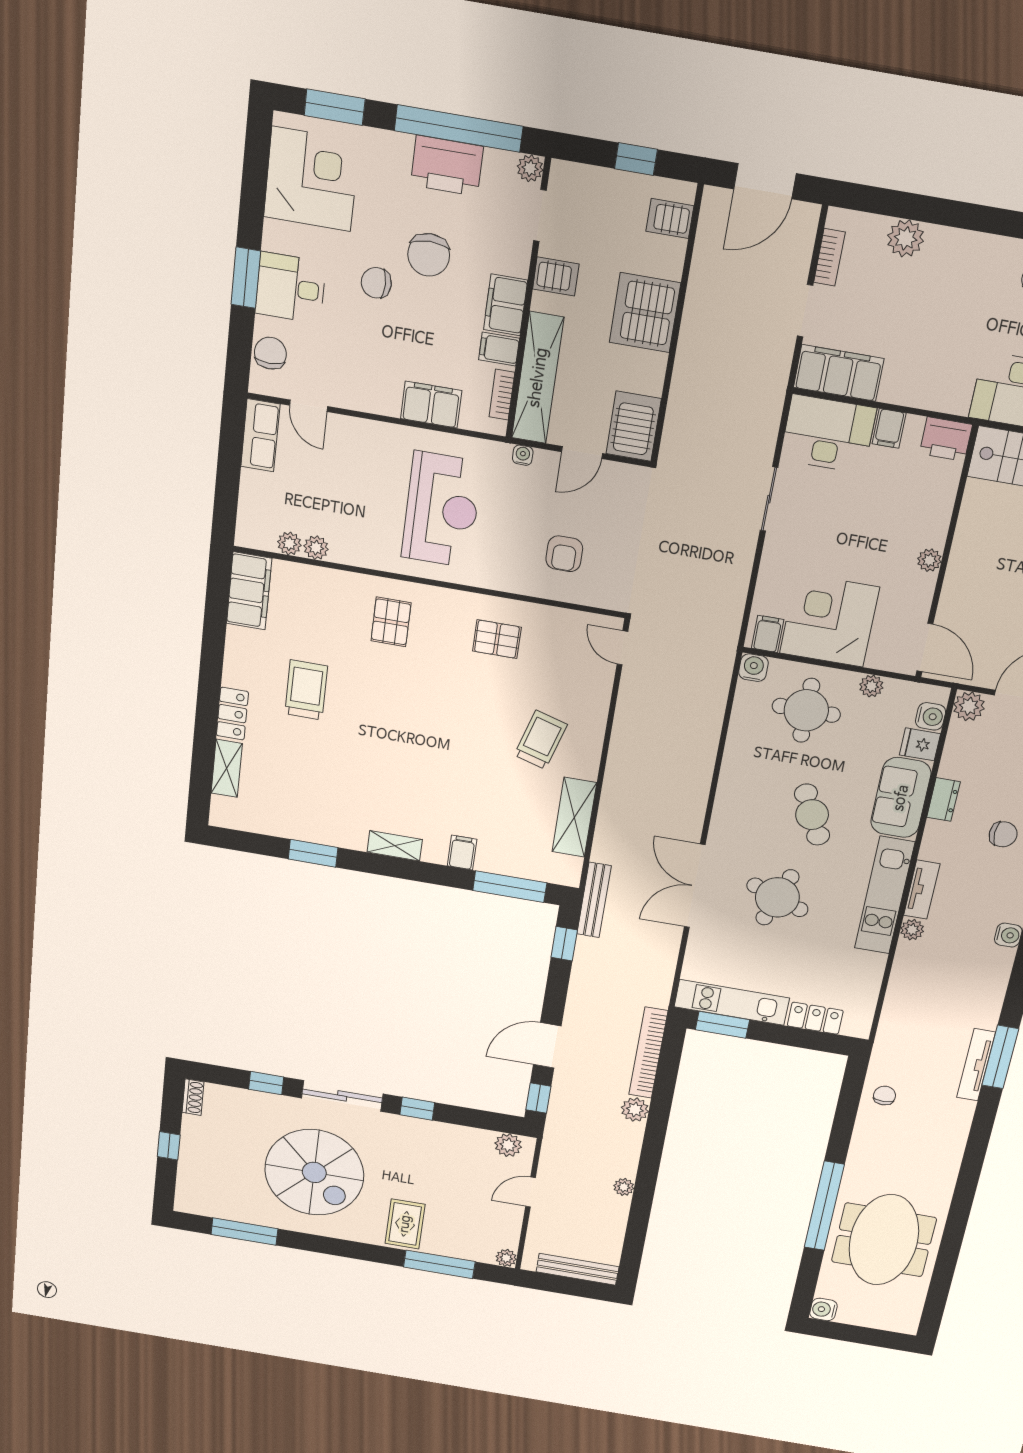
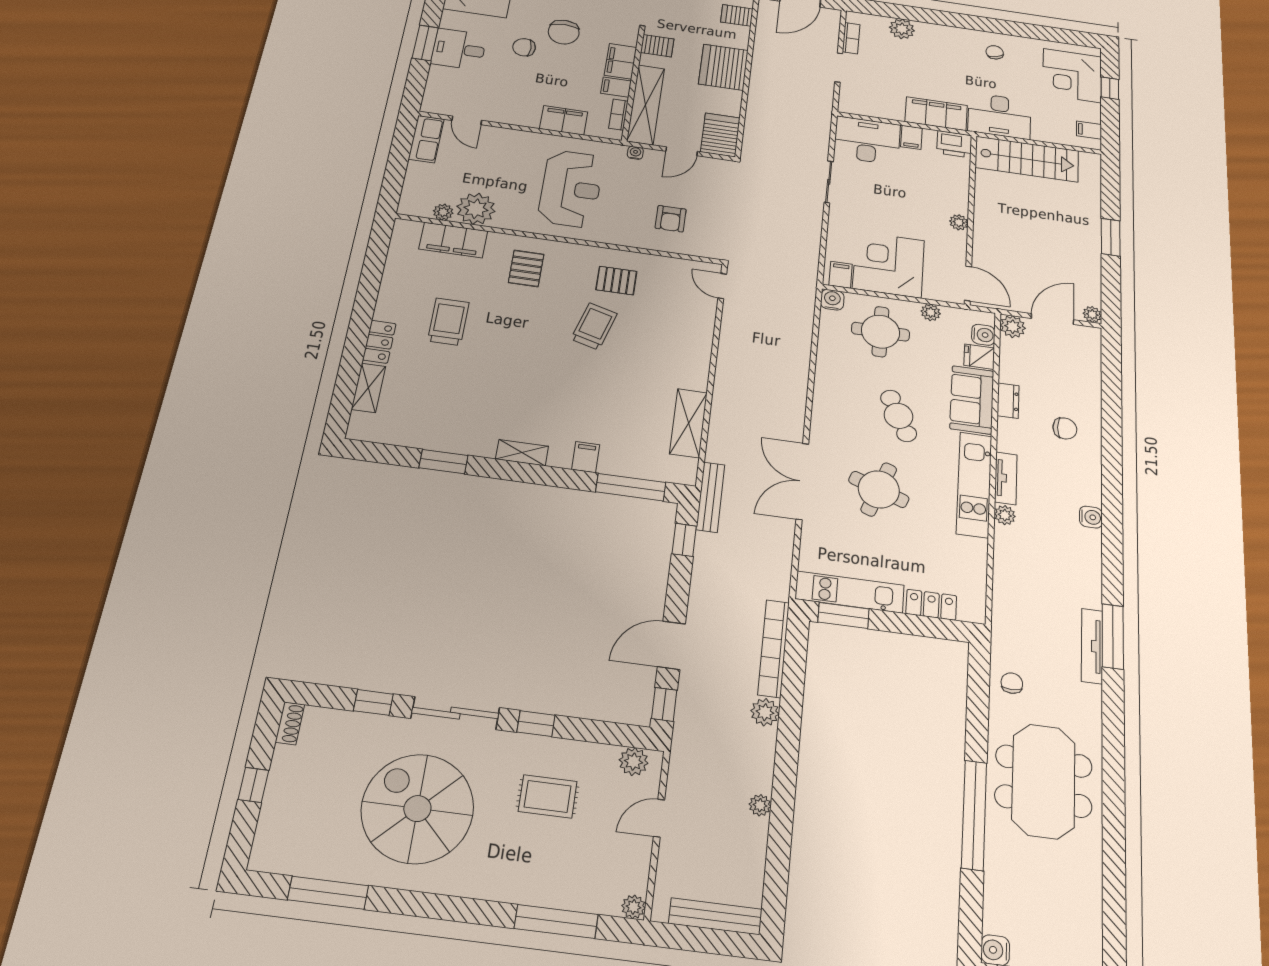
chair: (270, 353) -> (440, 88), removed
filing cabinet: (839, 373) -> (936, 114), moved
plant: (316, 548) -> (476, 209), width x1.88, depth x1.88
filing cabinet: (249, 591) -> (453, 240), moved, turned 90
trolley: (541, 740) -> (594, 326), moved
spiral stairs: (314, 1172) -> (417, 809), turned 180
rug: (405, 1224) -> (548, 796), moved, turned 90
meeting table: (884, 1240) -> (1044, 781), moved

